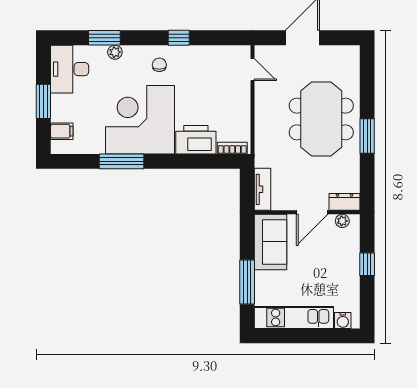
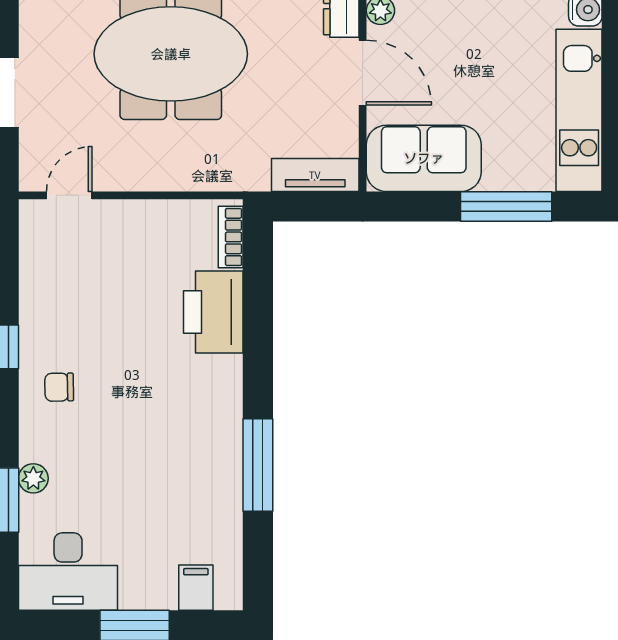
corner desk: (140, 120) -> (172, 427), removed

